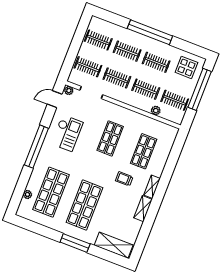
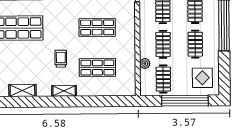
shelving: (143, 209) -> (22, 91), moved

